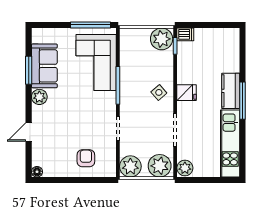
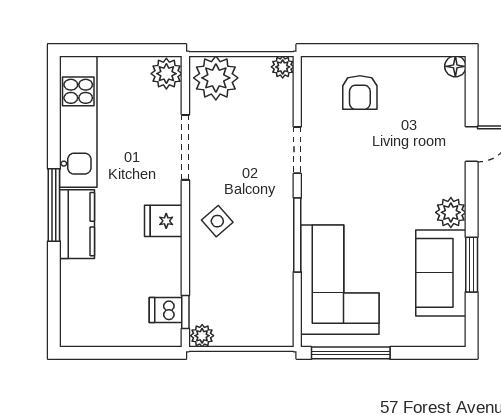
dishwasher: (185, 34) -> (166, 310), moved
plant: (162, 39) -> (202, 336), width x0.53, depth x0.53
plant: (130, 166) -> (283, 67), width x0.53, depth x0.53

